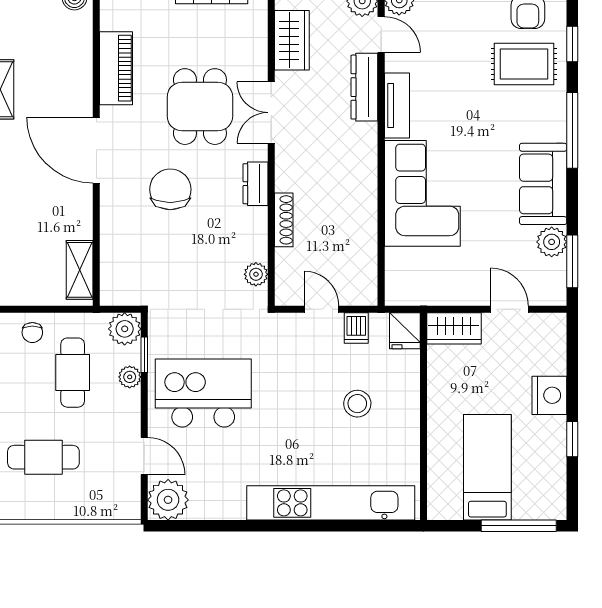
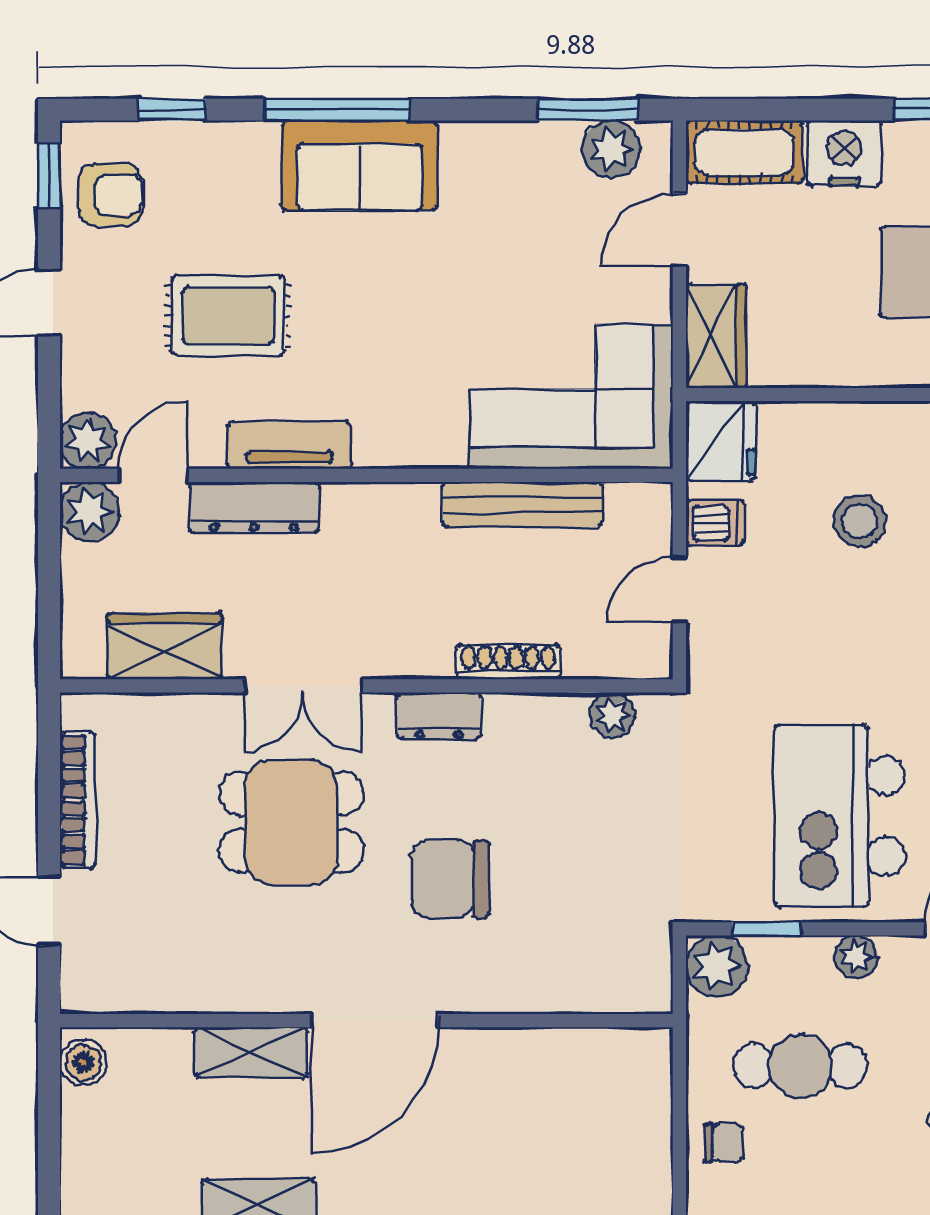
rug: (524, 64) -> (228, 315), moved, turned 90
piano: (116, 68) -> (218, 983), removed
sofa: (543, 184) -> (359, 165), moved
corner sofa: (422, 193) -> (571, 397), moved
bench: (366, 227) -> (522, 504), added
plant: (552, 242) -> (611, 149), moved
shelving: (80, 270) -> (251, 1052), moved
fridge: (405, 331) -> (721, 441), width x1.38
cot: (550, 343) -> (744, 152), added
plant: (130, 377) -> (856, 957), moved

